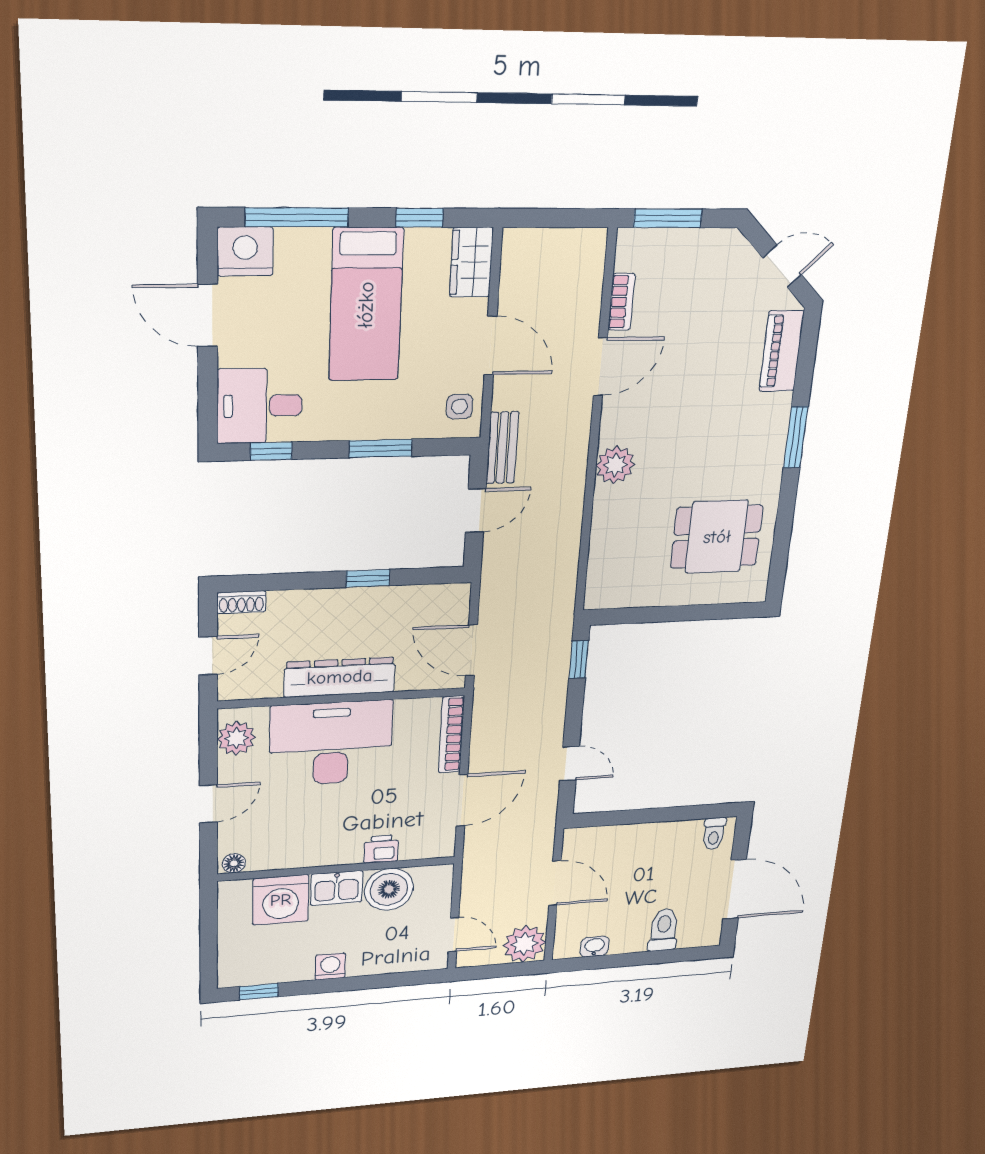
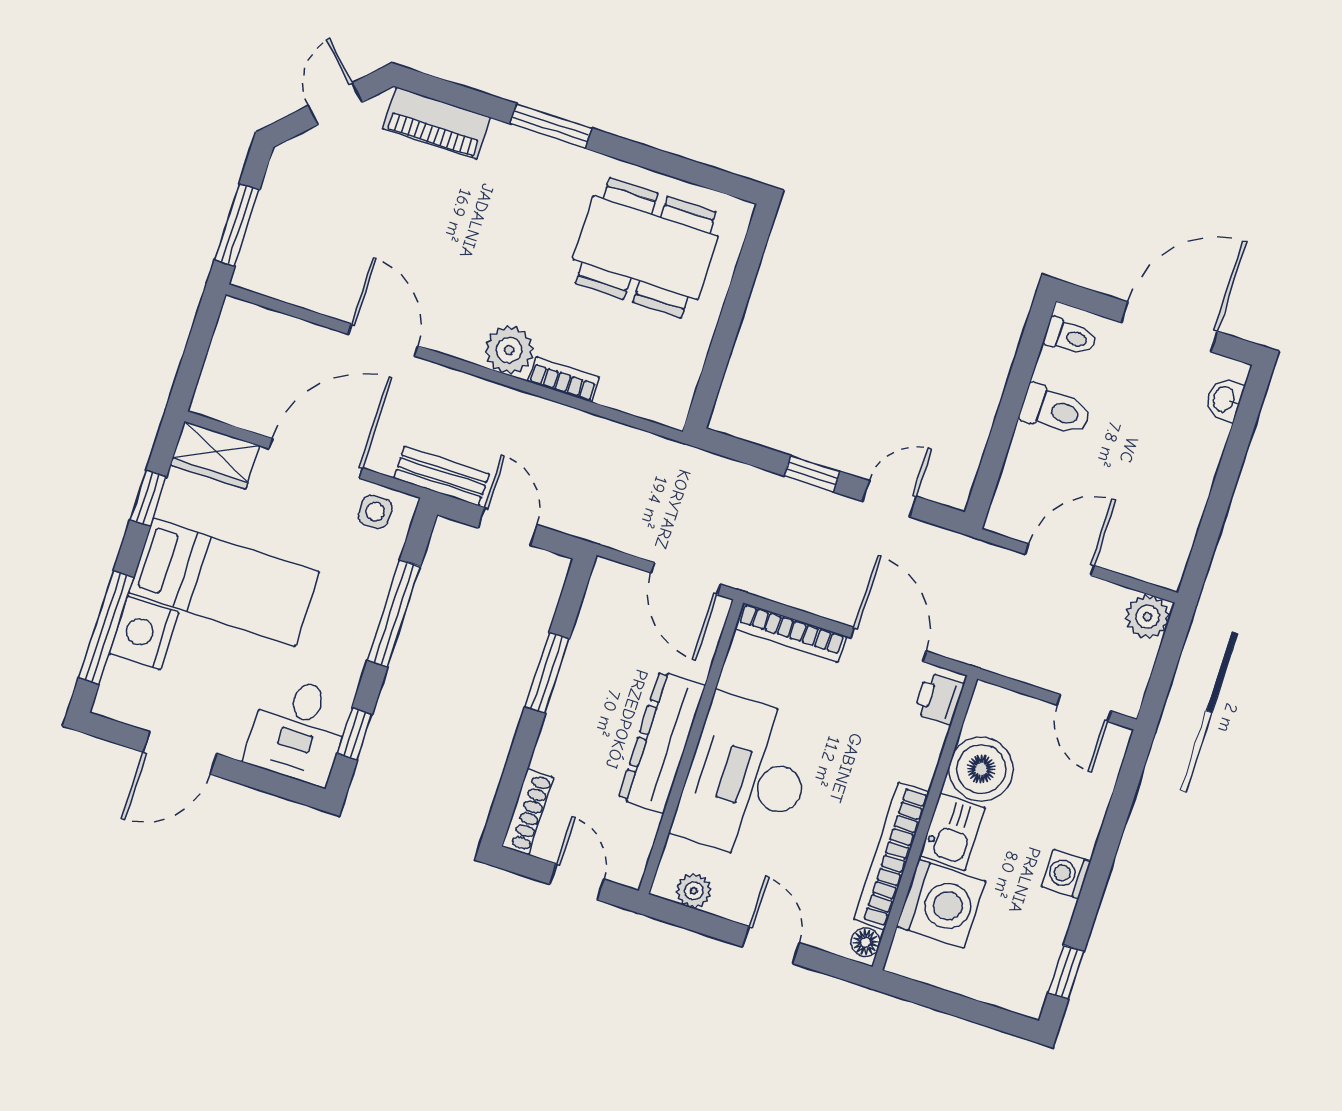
nightstand: (245, 251) -> (144, 633), moved
bookcase: (621, 302) -> (564, 379), moved
door: (491, 346) -> (316, 458), width x1.36
window: (381, 448) -> (394, 613), width x1.44
dining table: (717, 537) -> (646, 248), width x1.37
window: (368, 578) -> (547, 673), width x1.50
shoe rack: (241, 602) -> (528, 812), width x1.43
door: (471, 650) -> (686, 578), hinge flipped
window: (579, 660) -> (812, 474), moved
plant: (236, 738) -> (694, 891), width x0.73, depth x0.73
printer: (381, 849) -> (939, 699), moved
bookcase: (305, 857) -> (891, 856), added
toilet: (664, 930) -> (1056, 410), moved, turned 180
door: (454, 935) -> (1084, 708), swing flipped
plant: (525, 944) -> (1147, 617), width x0.73, depth x0.73
washbasin: (595, 947) -> (1224, 399), moved

